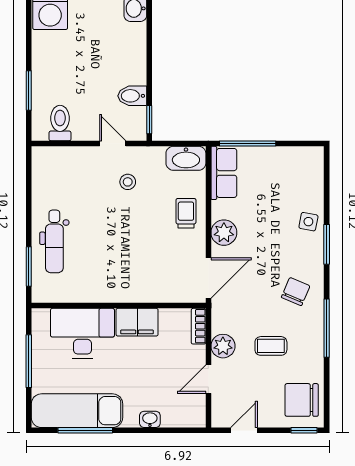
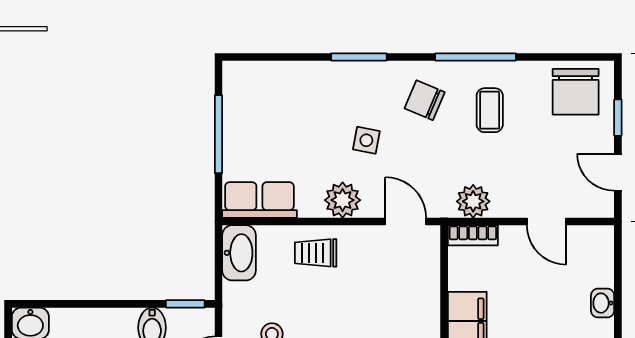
window: (248, 144) -> (218, 134), moved
side table: (308, 222) -> (366, 140), moved
door: (208, 278) -> (406, 222), width x0.73
plant: (223, 346) -> (473, 201), moved
coffee table: (271, 346) -> (490, 110), moved
window: (304, 430) -> (618, 118), moved

